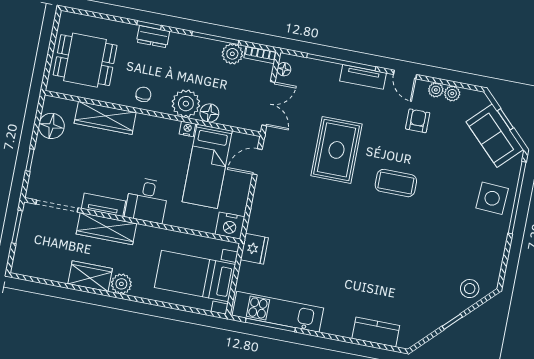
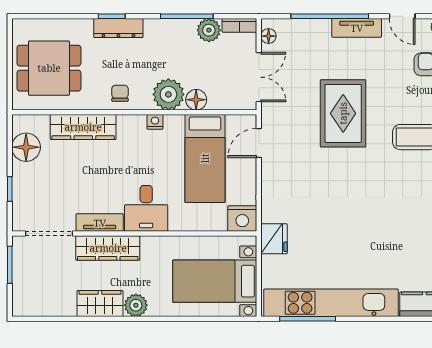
dresser: (153, 37) -> (118, 28), width x1.44
nightstand: (187, 129) -> (155, 122), moved
kitchen unit: (278, 312) -> (331, 303), width x1.36

